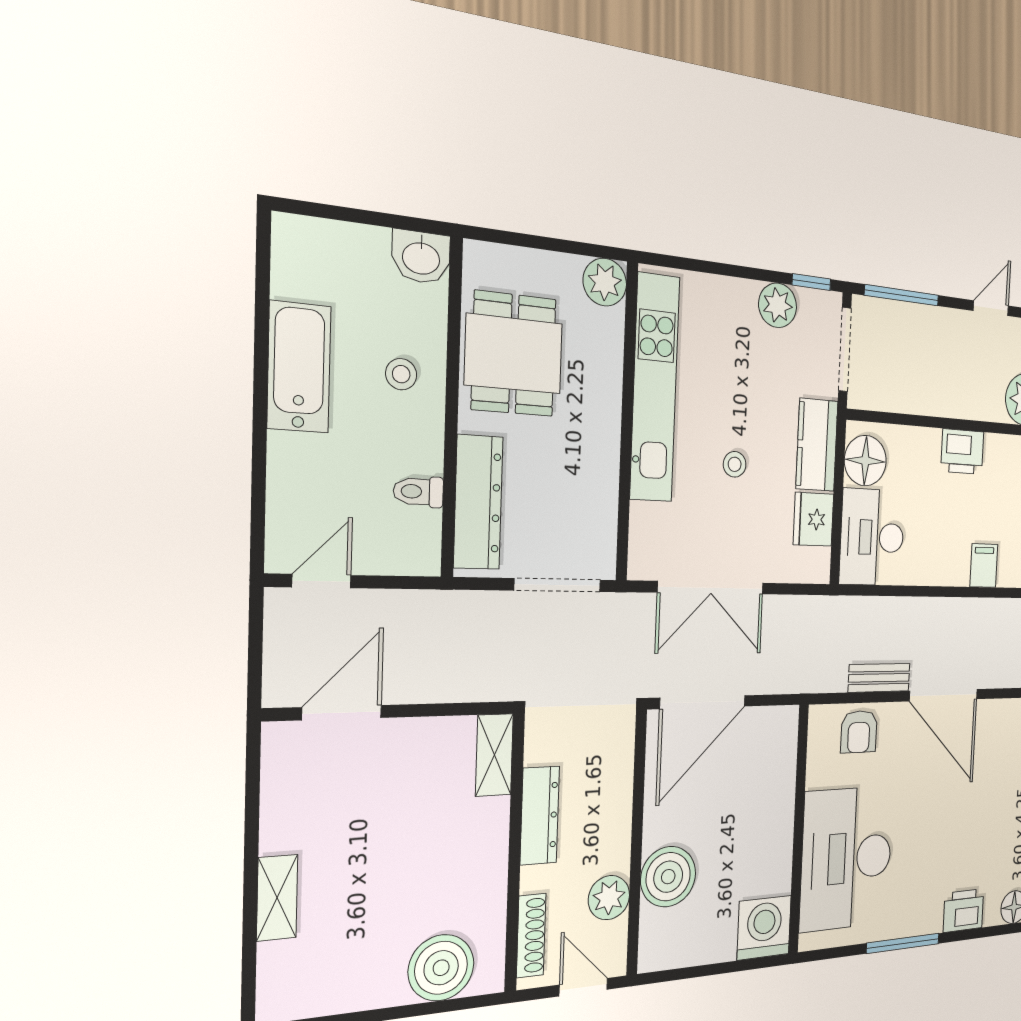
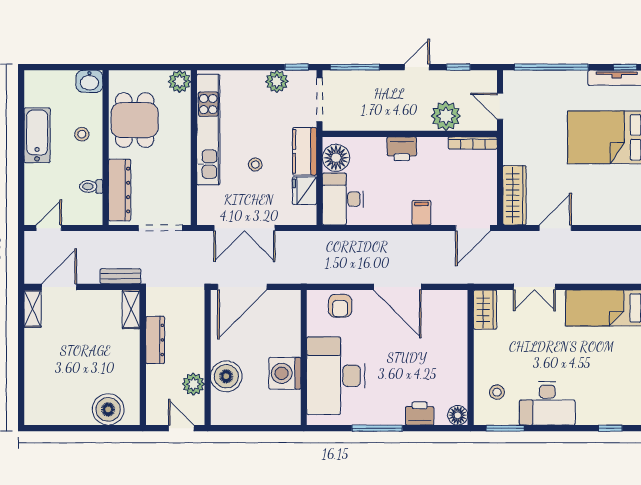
bench: (879, 678) -> (121, 276), moved
shelving: (277, 898) -> (33, 309), moved
washing machine: (764, 928) -> (285, 373), moved, turned -90
shoe rack: (531, 936) -> (153, 399), removed

